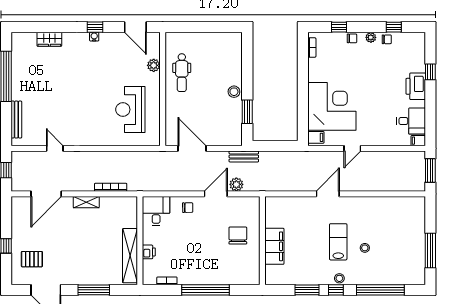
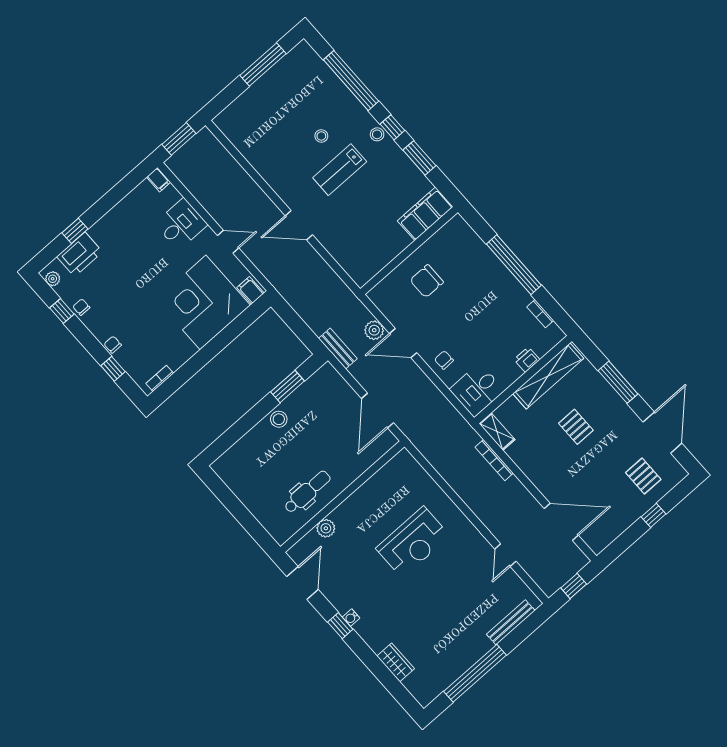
plant: (371, 37) -> (53, 279), moved
printer: (416, 86) -> (80, 254), moved
reception desk: (130, 110) -> (413, 542), moved
desk: (411, 121) -> (181, 224), moved, turned 90
shelving: (86, 202) -> (497, 431), moved
pallet: (90, 246) -> (576, 427), added
filing cabinet: (274, 246) -> (425, 214), moved

